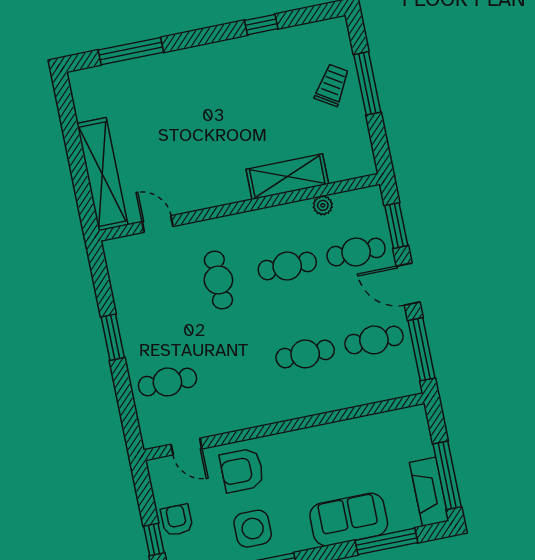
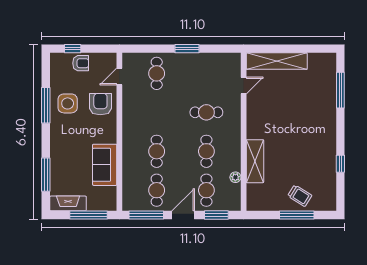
window: (447, 475) -> (88, 215), moved
sofa: (349, 519) -> (105, 165), moved, turned 180

